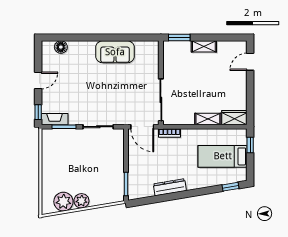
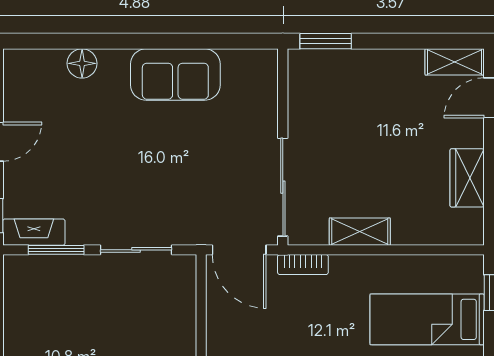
shelving: (204, 46) -> (455, 62), moved
floor lamp: (61, 47) -> (82, 63), moved
wardrobe: (234, 118) -> (467, 178), moved, turned -90
shelving: (208, 119) -> (360, 232), moved

